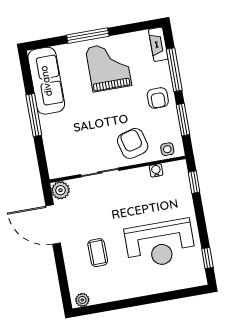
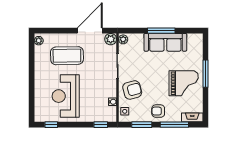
sofa: (46, 81) -> (165, 42), moved
plant: (58, 171) -> (123, 39), added
coffee table: (98, 253) -> (67, 56), width x1.86, depth x1.72

